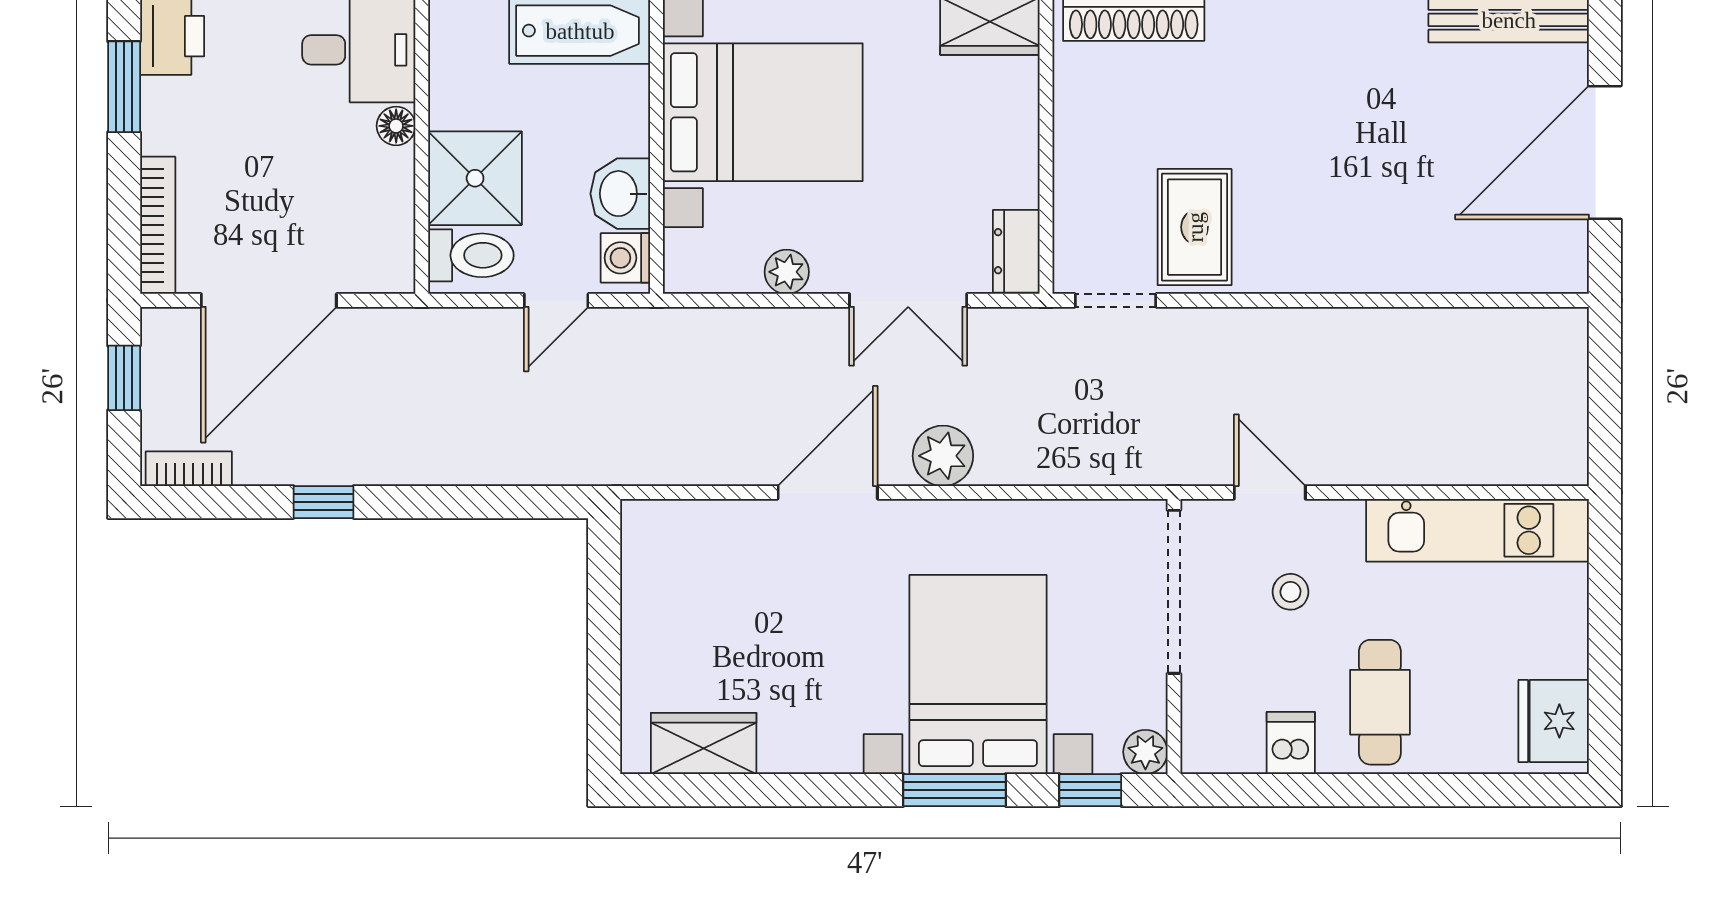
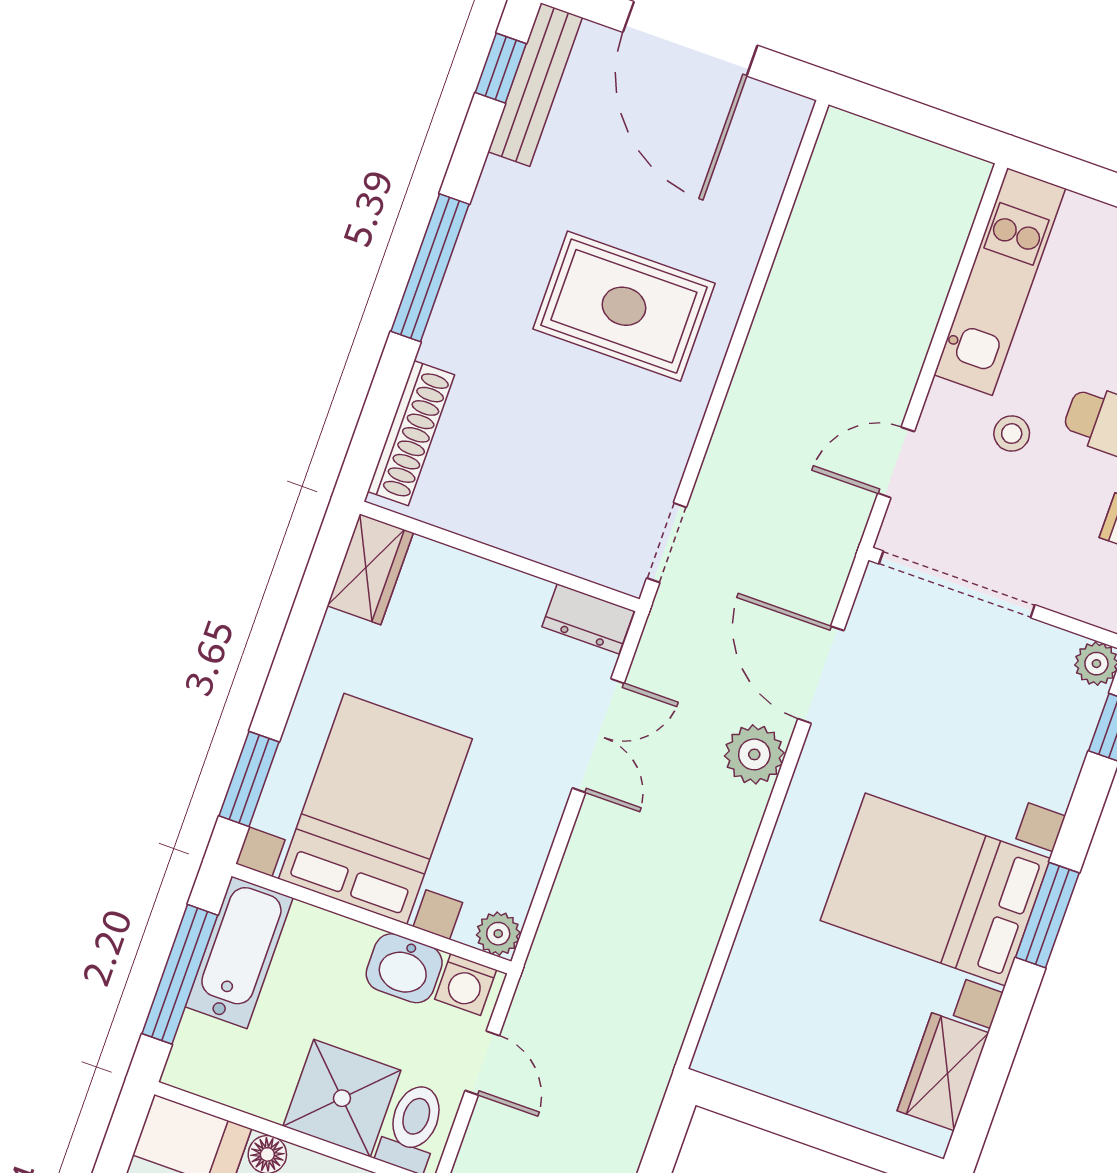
rug: (1195, 227) -> (624, 306), moved, width x1.36, depth x1.43
plant: (787, 272) -> (498, 934), moved
door: (828, 492) -> (821, 675), moved
stool: (1290, 592) -> (1012, 434), moved
bed with nightstands: (978, 675) -> (935, 889), moved
window: (955, 790) -> (1047, 915), moved

